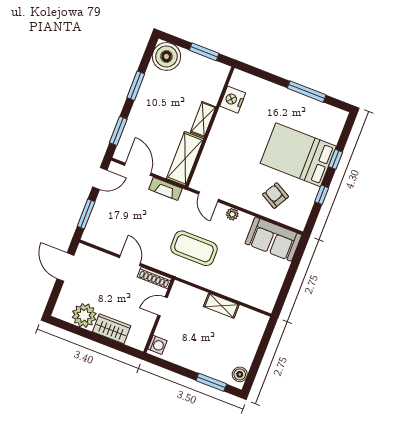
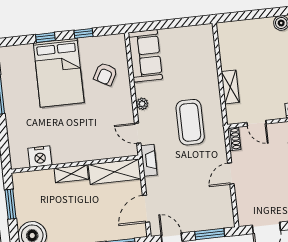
fireplace: (166, 189) -> (149, 160), moved
door: (209, 197) -> (138, 133), swing flipped
shoe rack: (154, 278) -> (234, 139), width x0.70
shelving: (221, 306) -> (230, 87), moved

